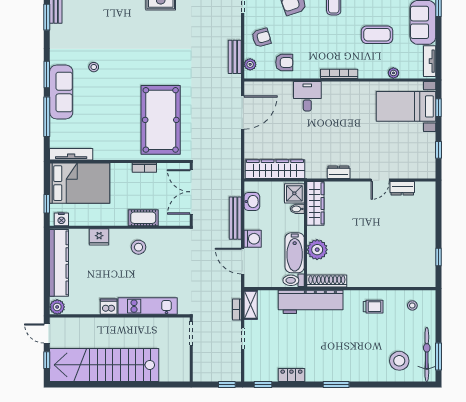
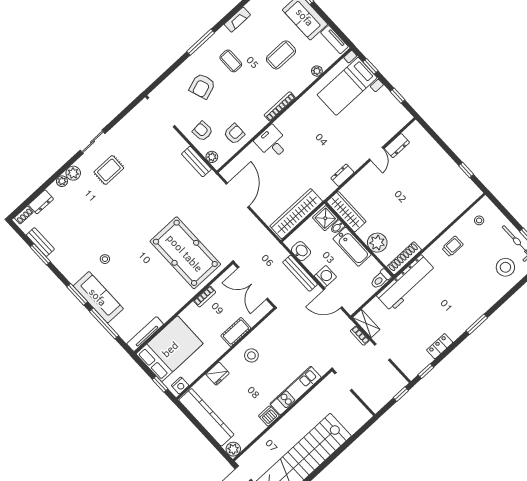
armchair: (261, 38) -> (203, 131), turned -79
bathtub: (295, 253) -> (352, 247), moved

